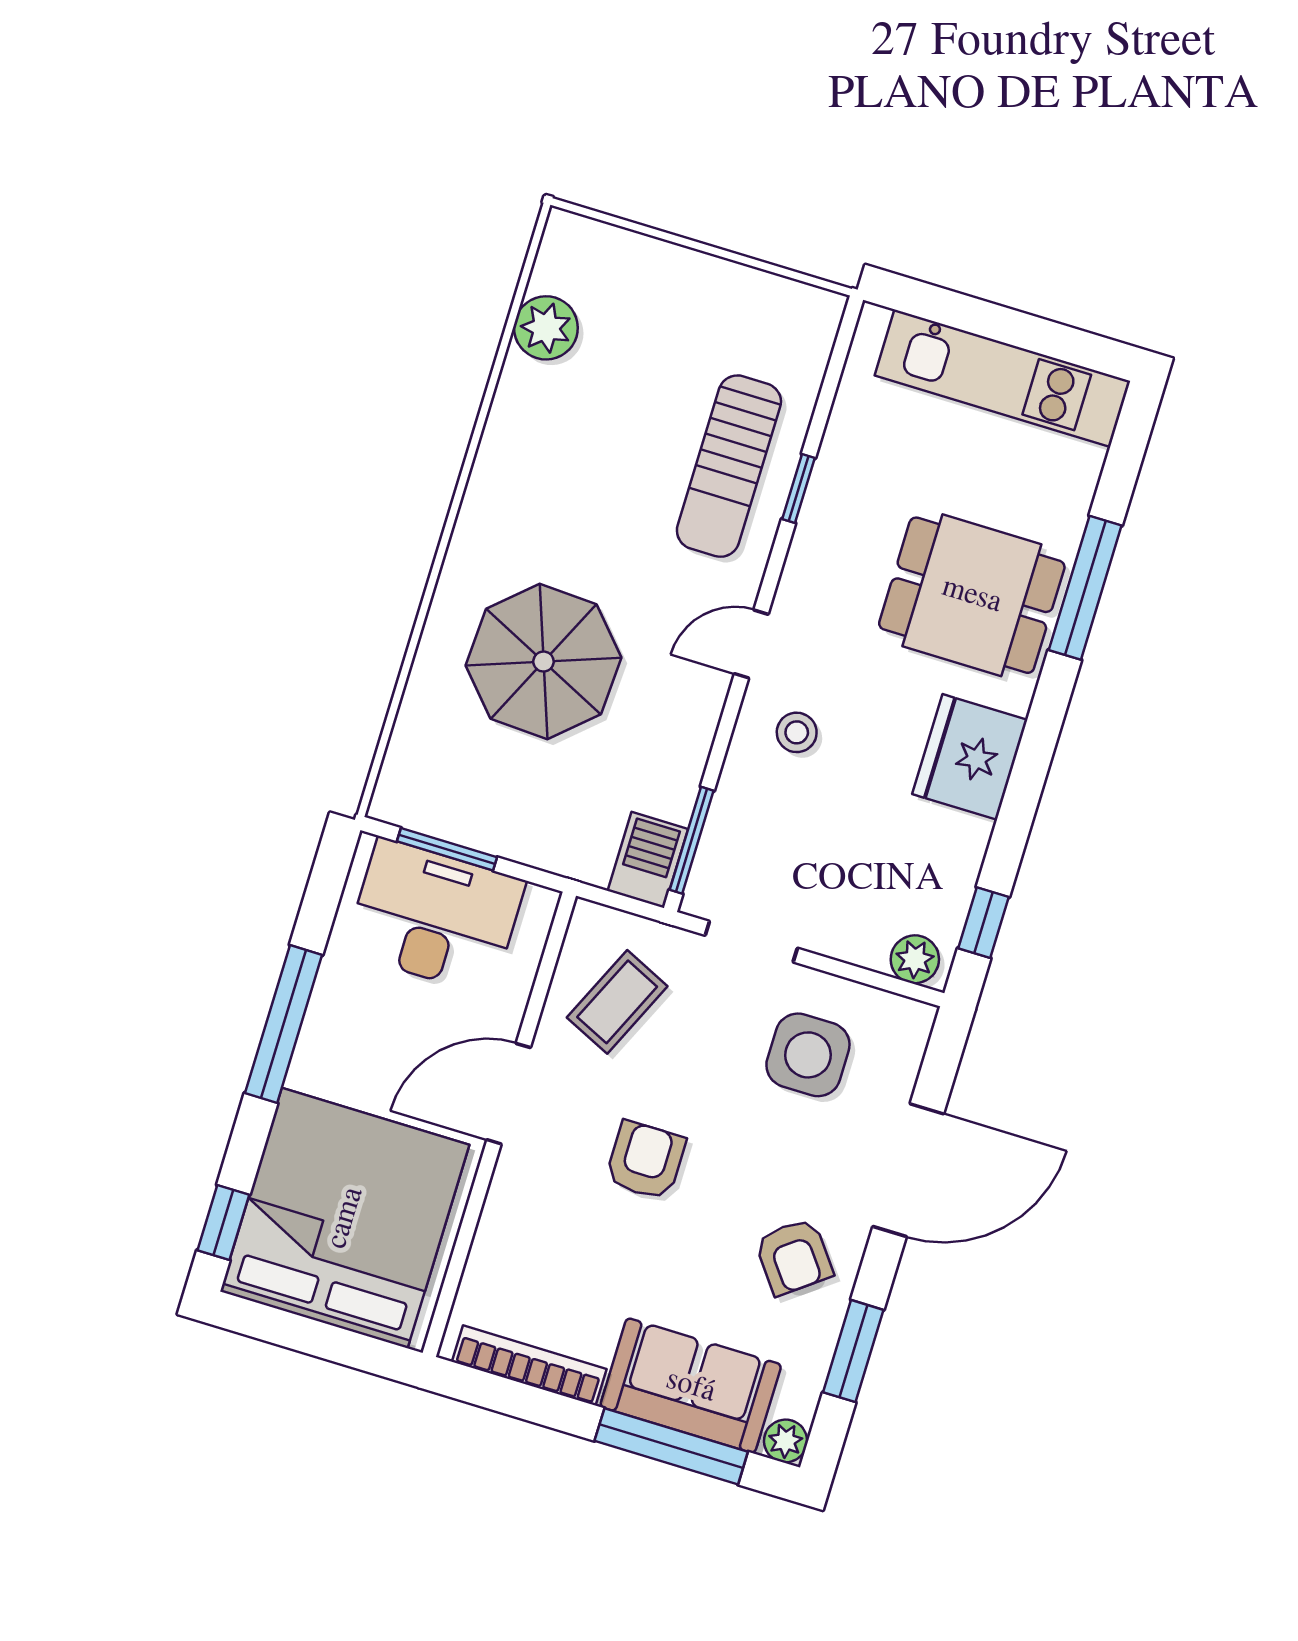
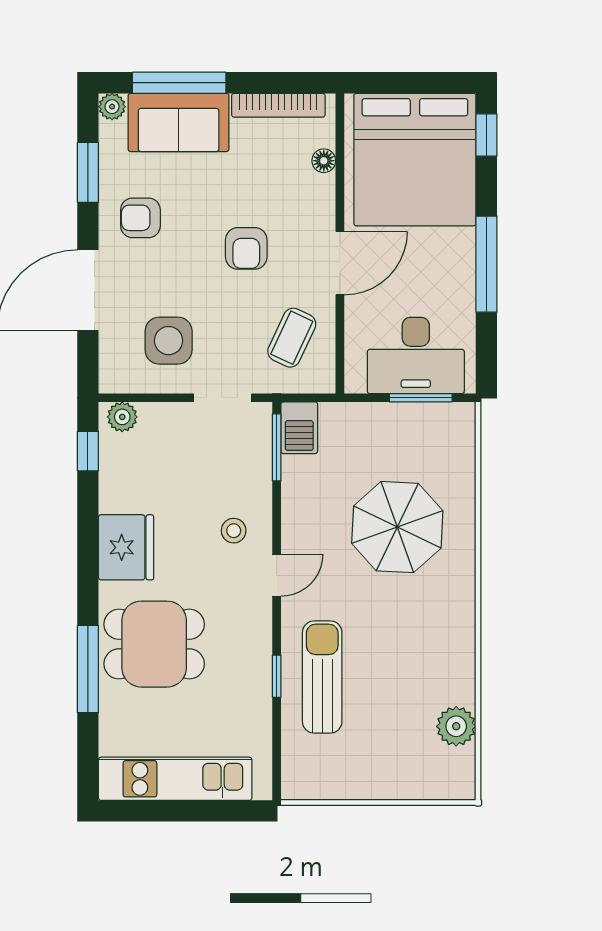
armchair: (794, 1257) -> (140, 218), turned -53
floor lamp: (485, 1259) -> (324, 161), added

